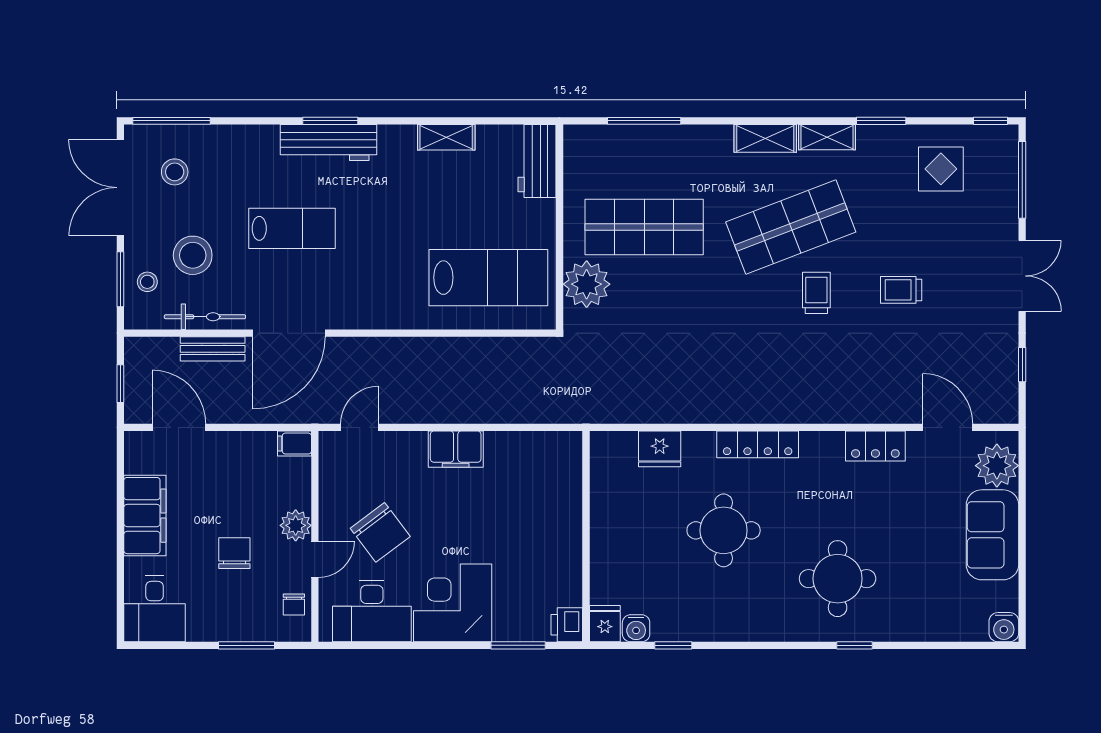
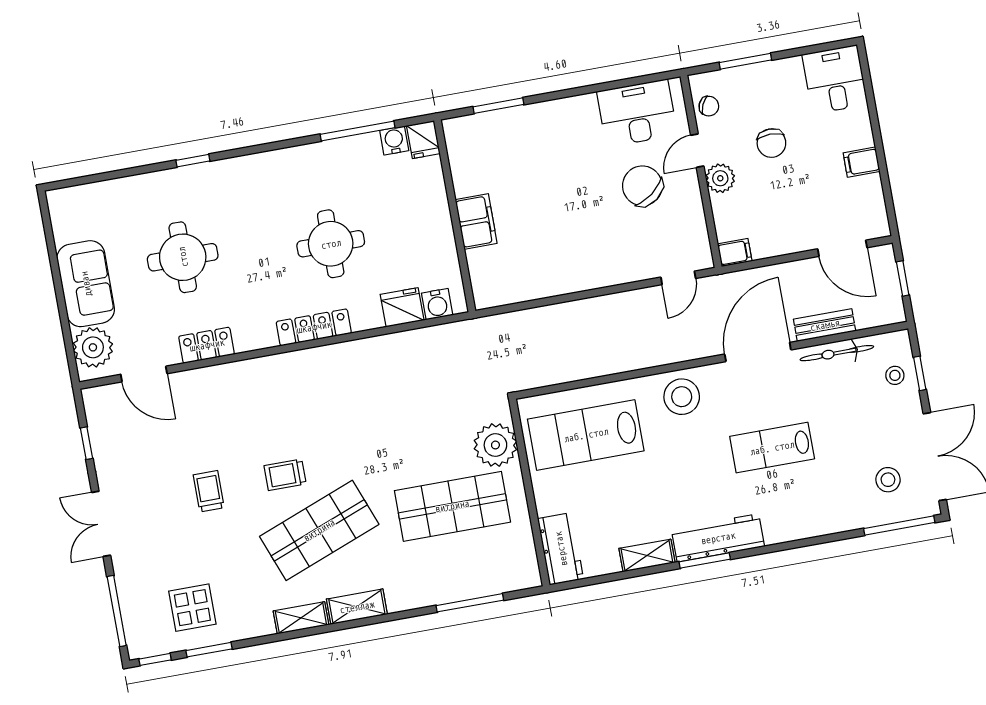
window: (330, 121) -> (705, 561), moved
window: (881, 121) -> (209, 650), moved
workbench: (328, 143) -> (718, 538), moved
stool: (193, 255) -> (682, 397), moved
window: (120, 279) -> (920, 373), width x0.67
trolley: (901, 290) -> (209, 491), turned -90
trolley: (816, 293) -> (285, 475), turned 90
filing cabinet: (456, 449) -> (476, 221), moved, turned 90
filing cabinet: (145, 516) -> (862, 162), width x0.33, depth x0.86
round table: (838, 579) -> (183, 257), moved
corner desk: (453, 603) -> (565, 134), removed
chair: (294, 605) -> (709, 106), turned 115
printer: (567, 625) -> (458, 132), removed
water cooler: (1004, 627) -> (437, 304), moved, turned 180
window: (673, 645) -> (358, 131), width x2.17

